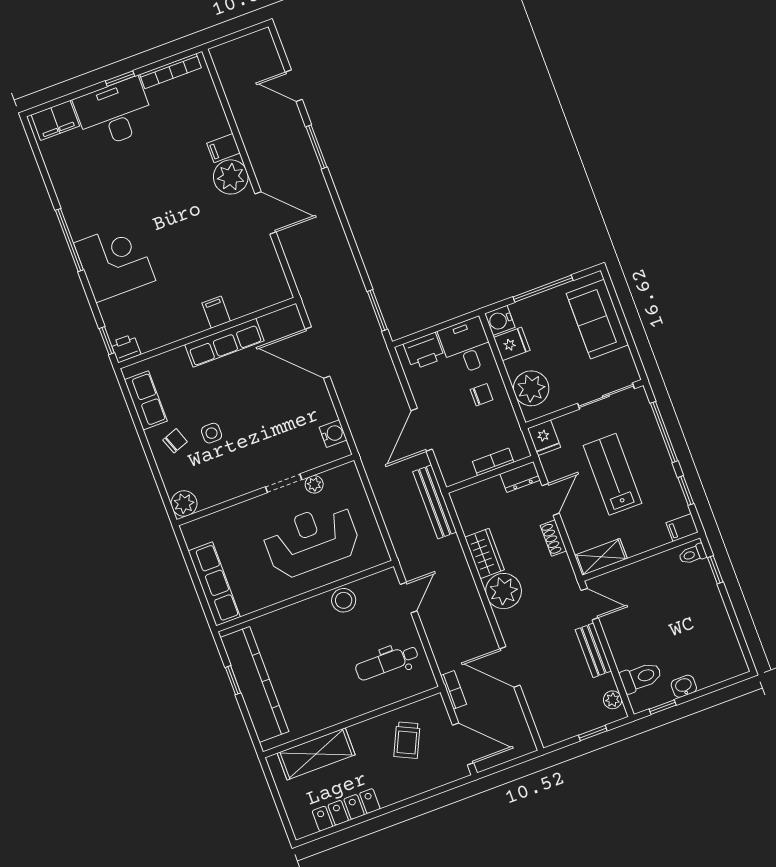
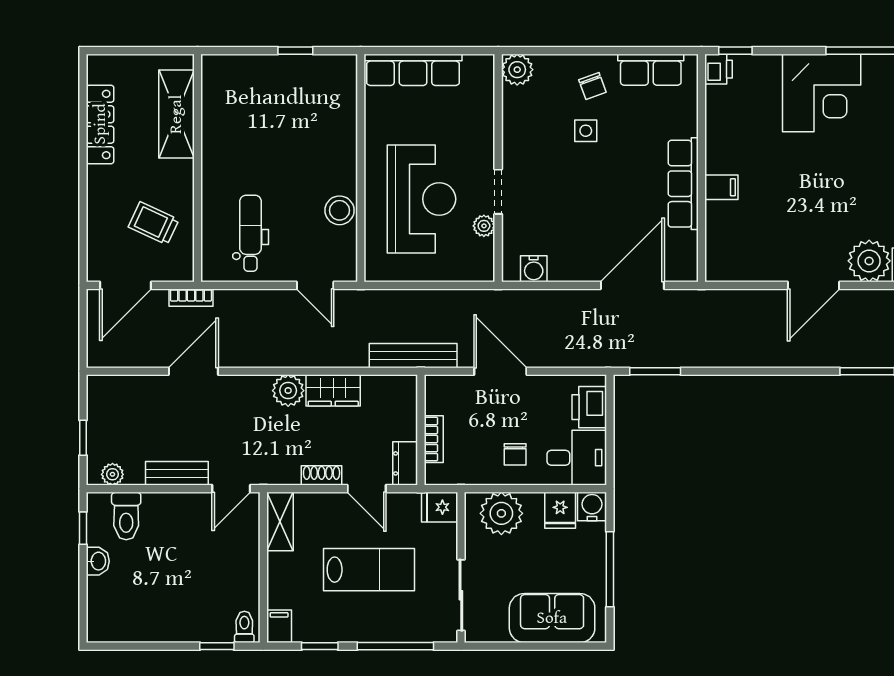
plant: (504, 591) -> (288, 391), width x0.73, depth x0.73
kitchen counter: (254, 685) -> (281, 73), removed

